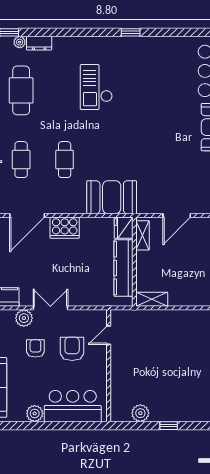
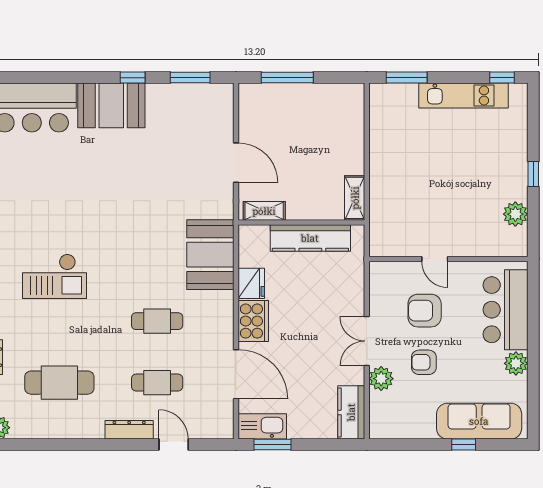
fridge: (124, 228) -> (251, 283), moved, turned -90
door: (109, 335) -> (435, 259), moved

